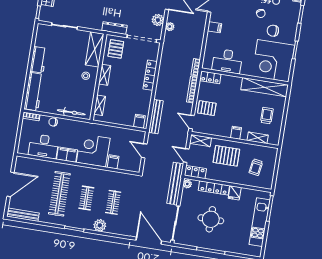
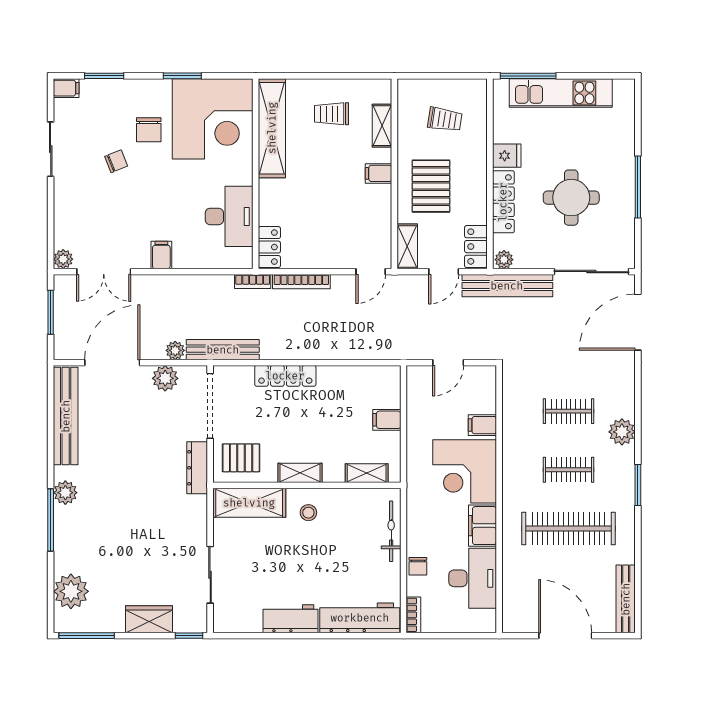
pallet: (207, 108) -> (336, 244), removed
bench: (156, 117) -> (223, 350), moved
filing cabinet: (139, 121) -> (387, 420), moved

